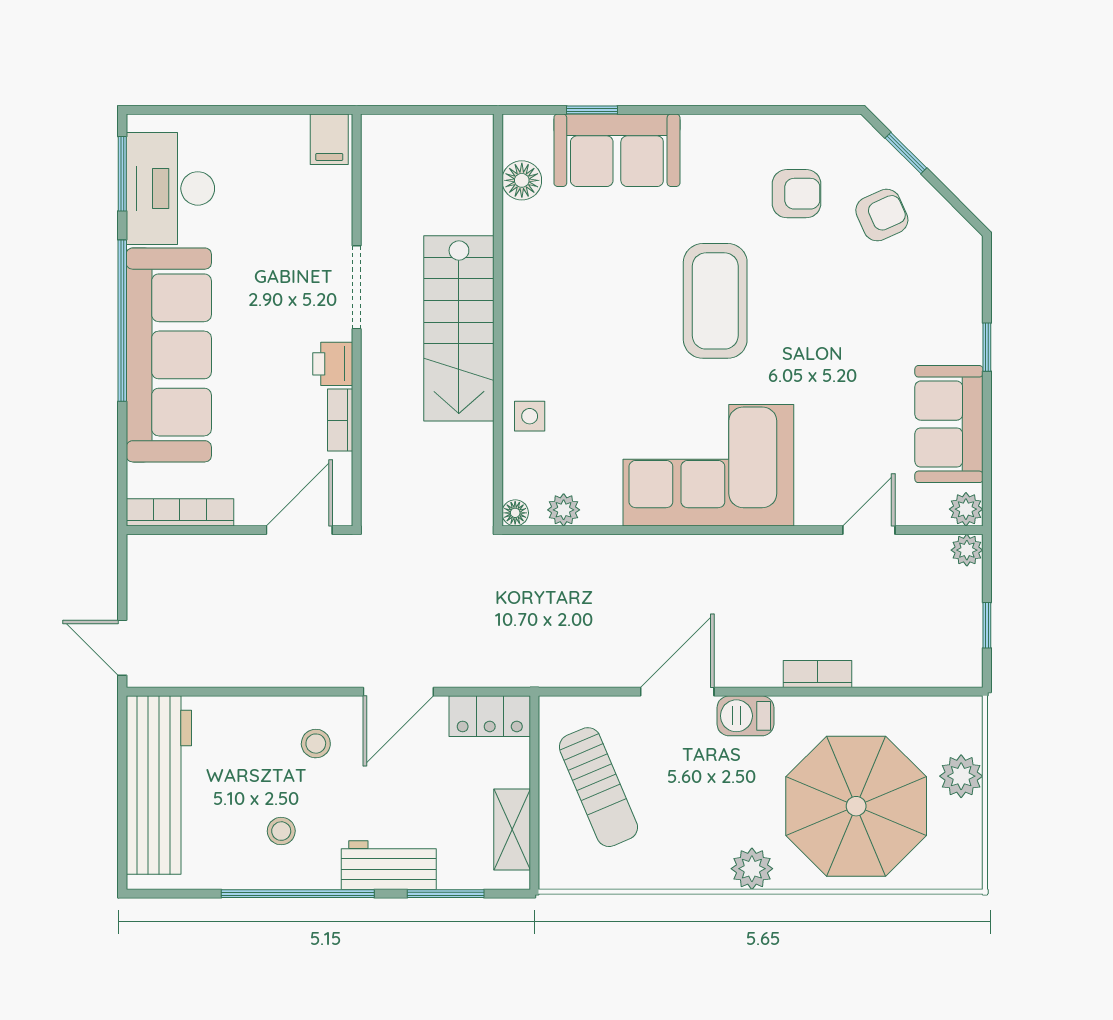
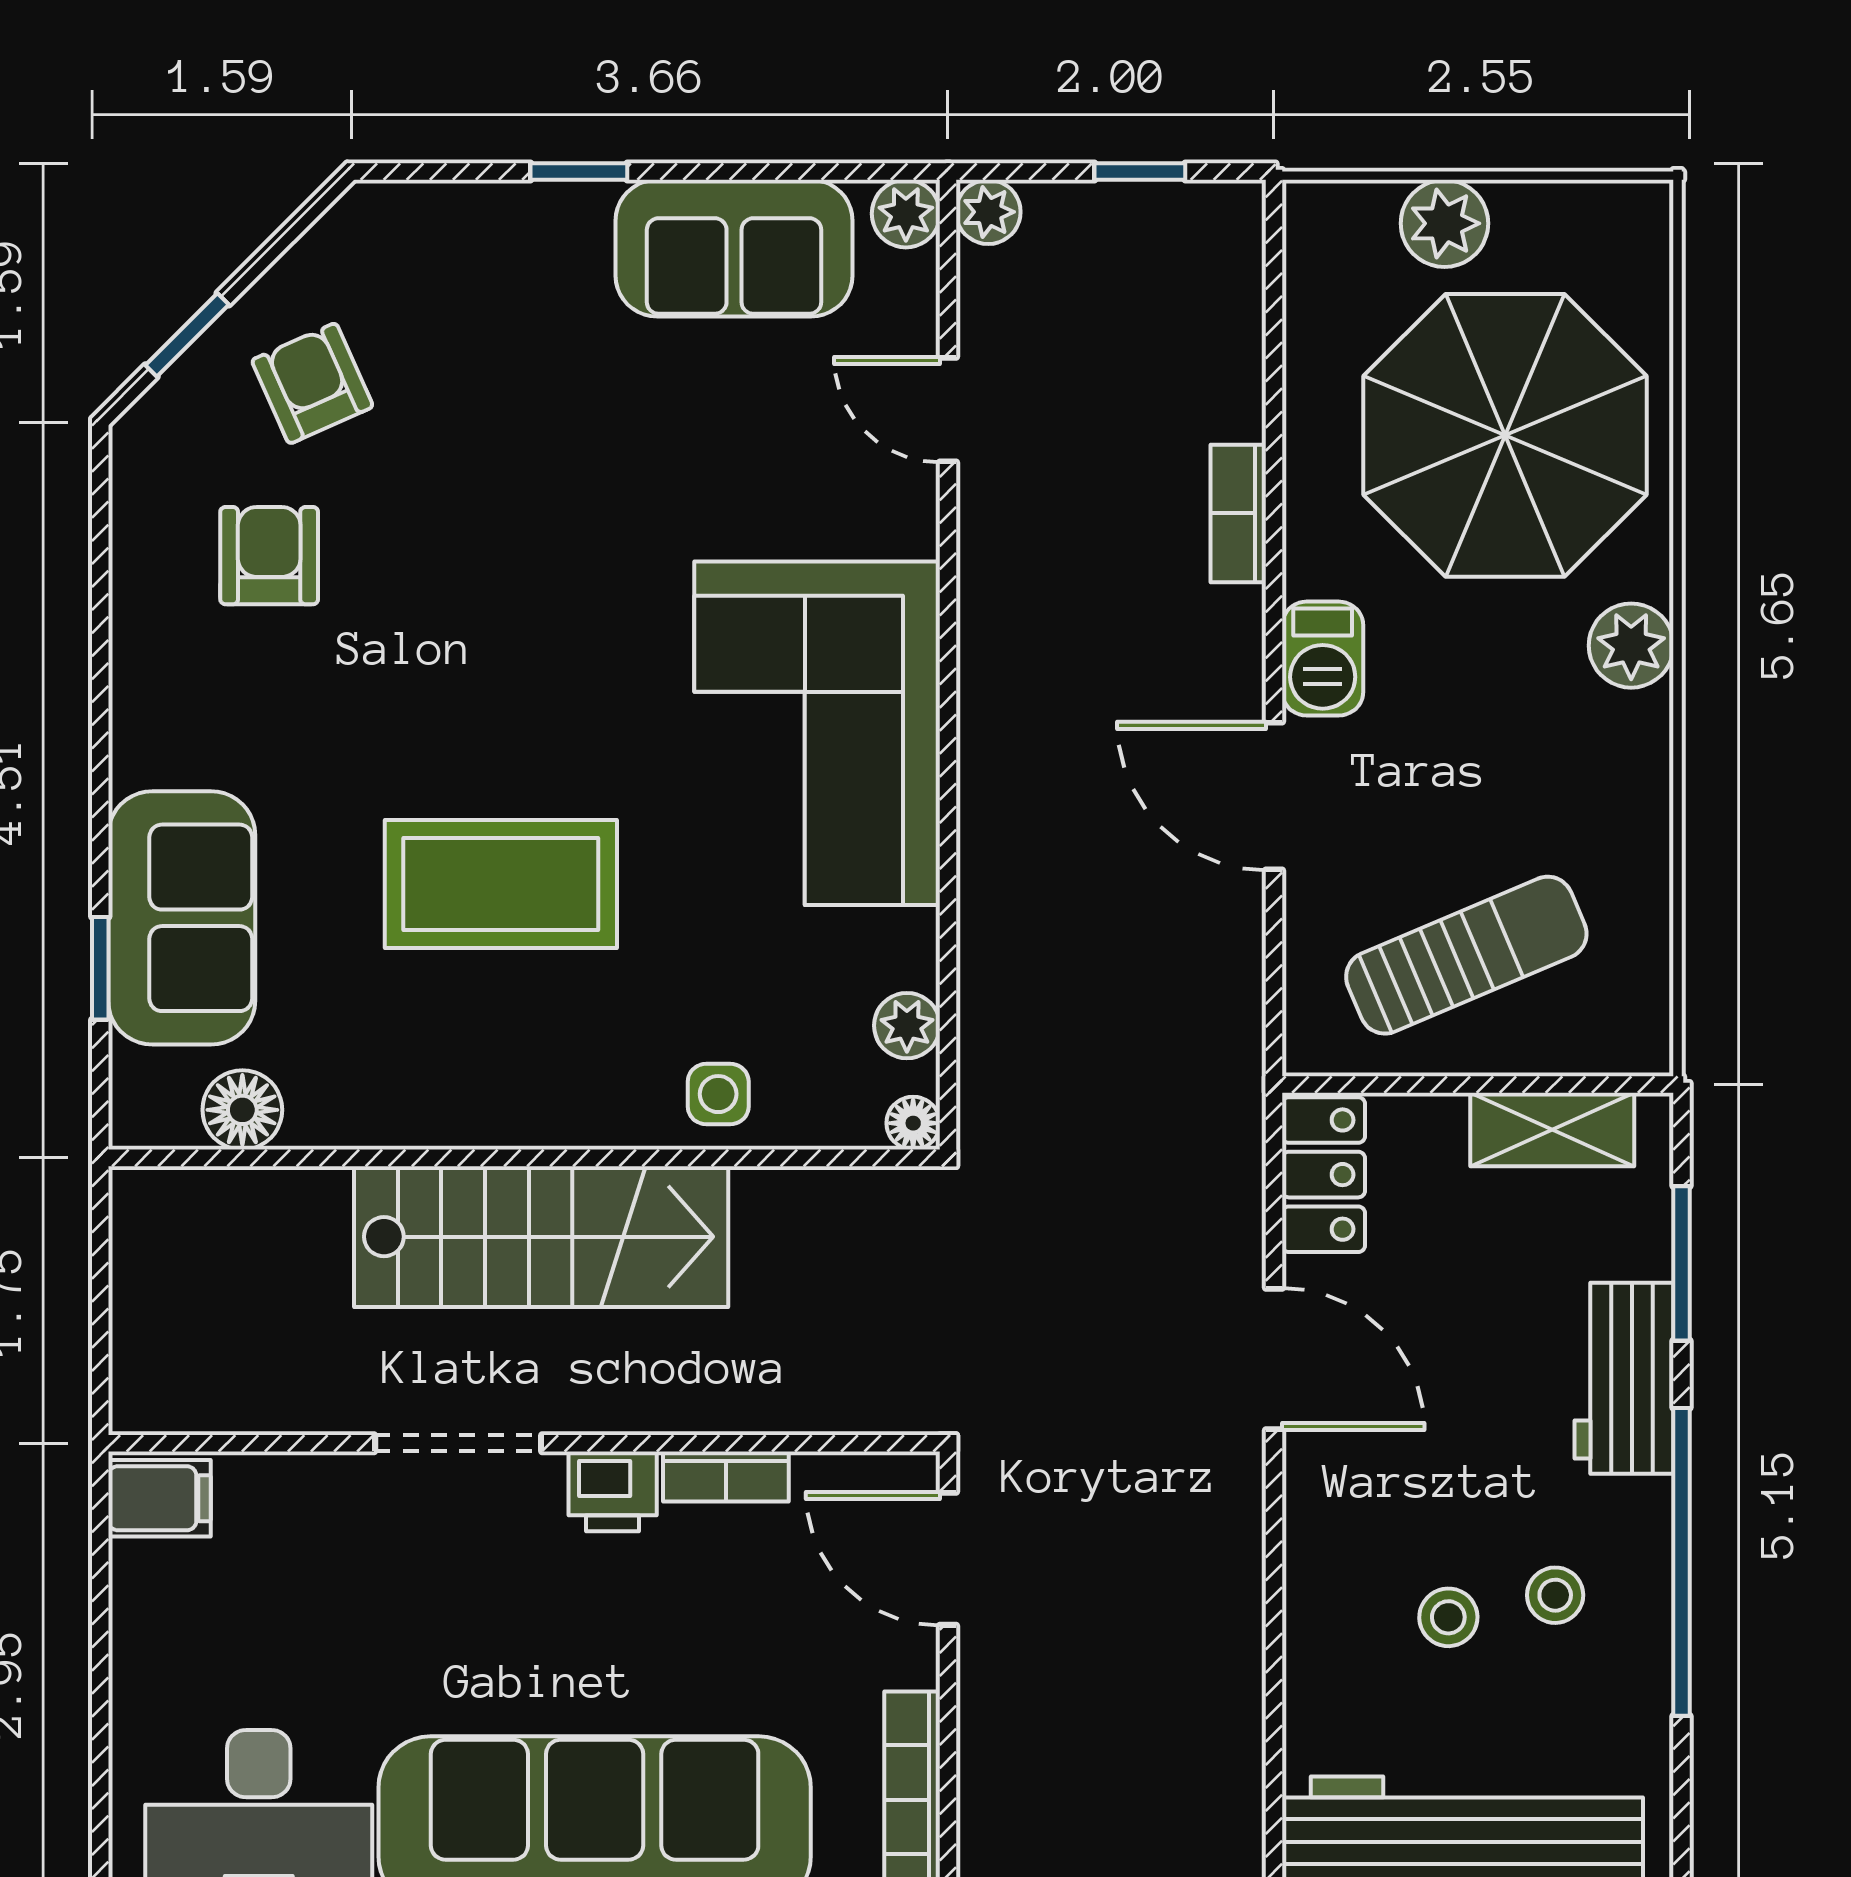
coffee table: (715, 301) -> (501, 884), moved
stool: (316, 744) -> (1448, 1617), moved

